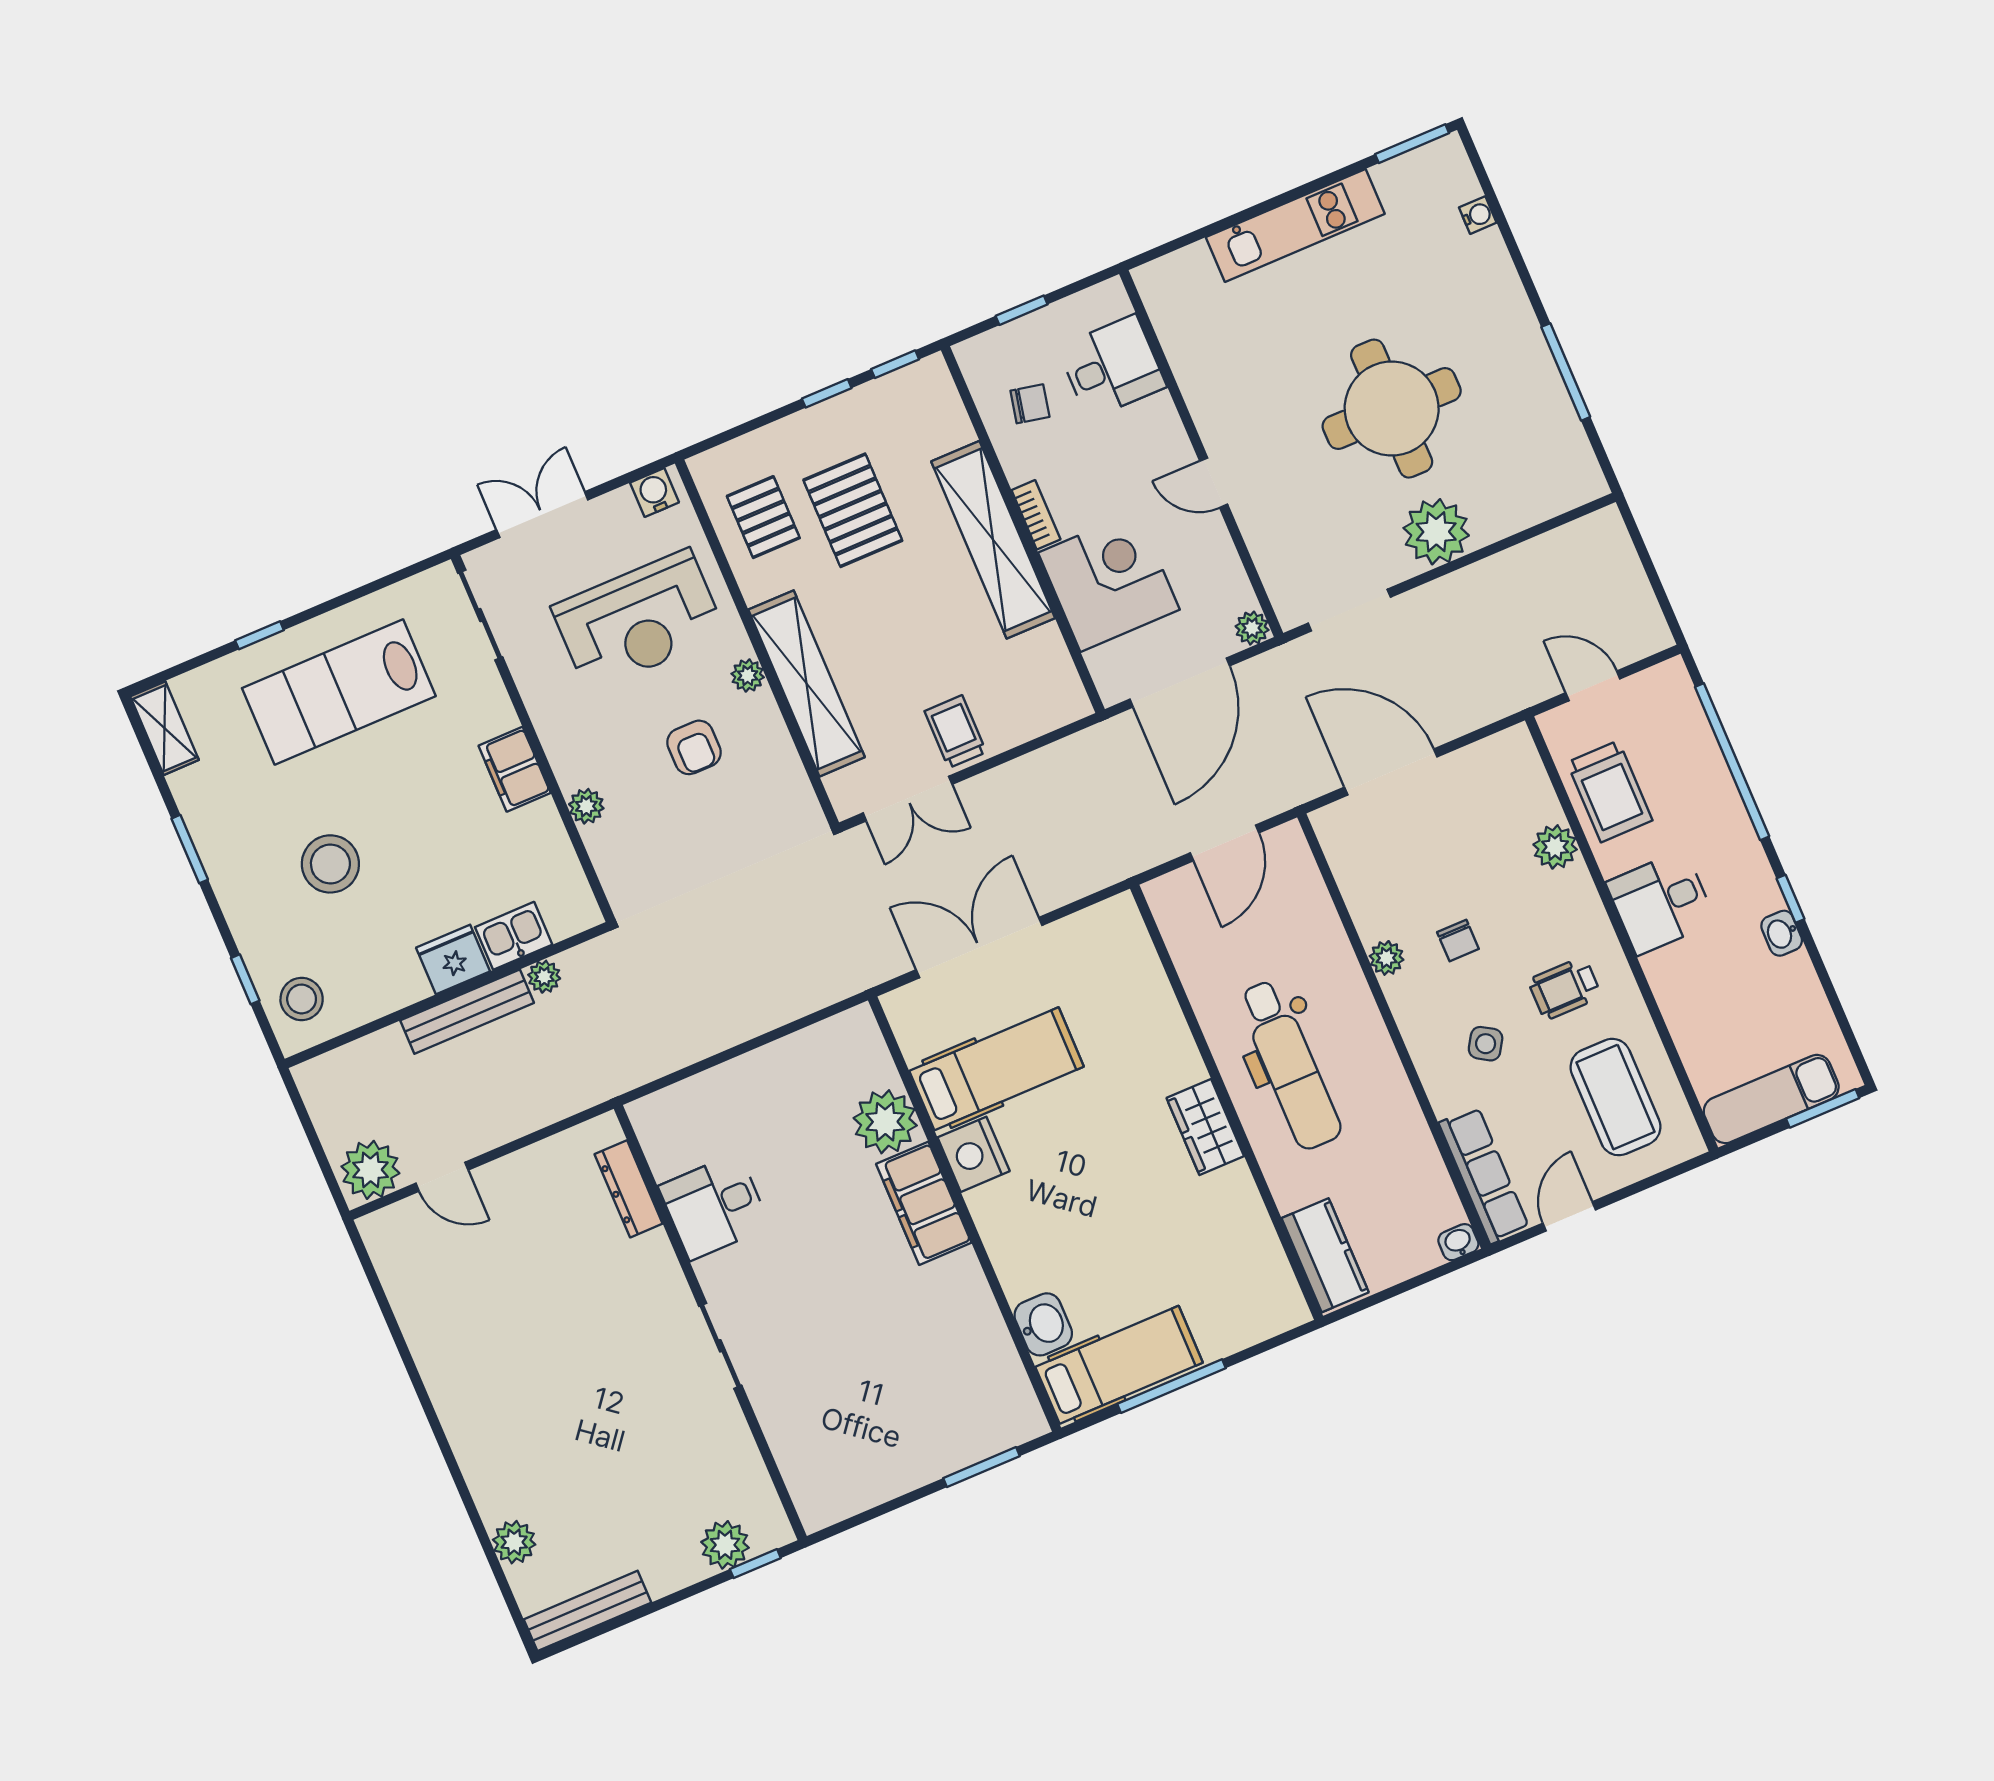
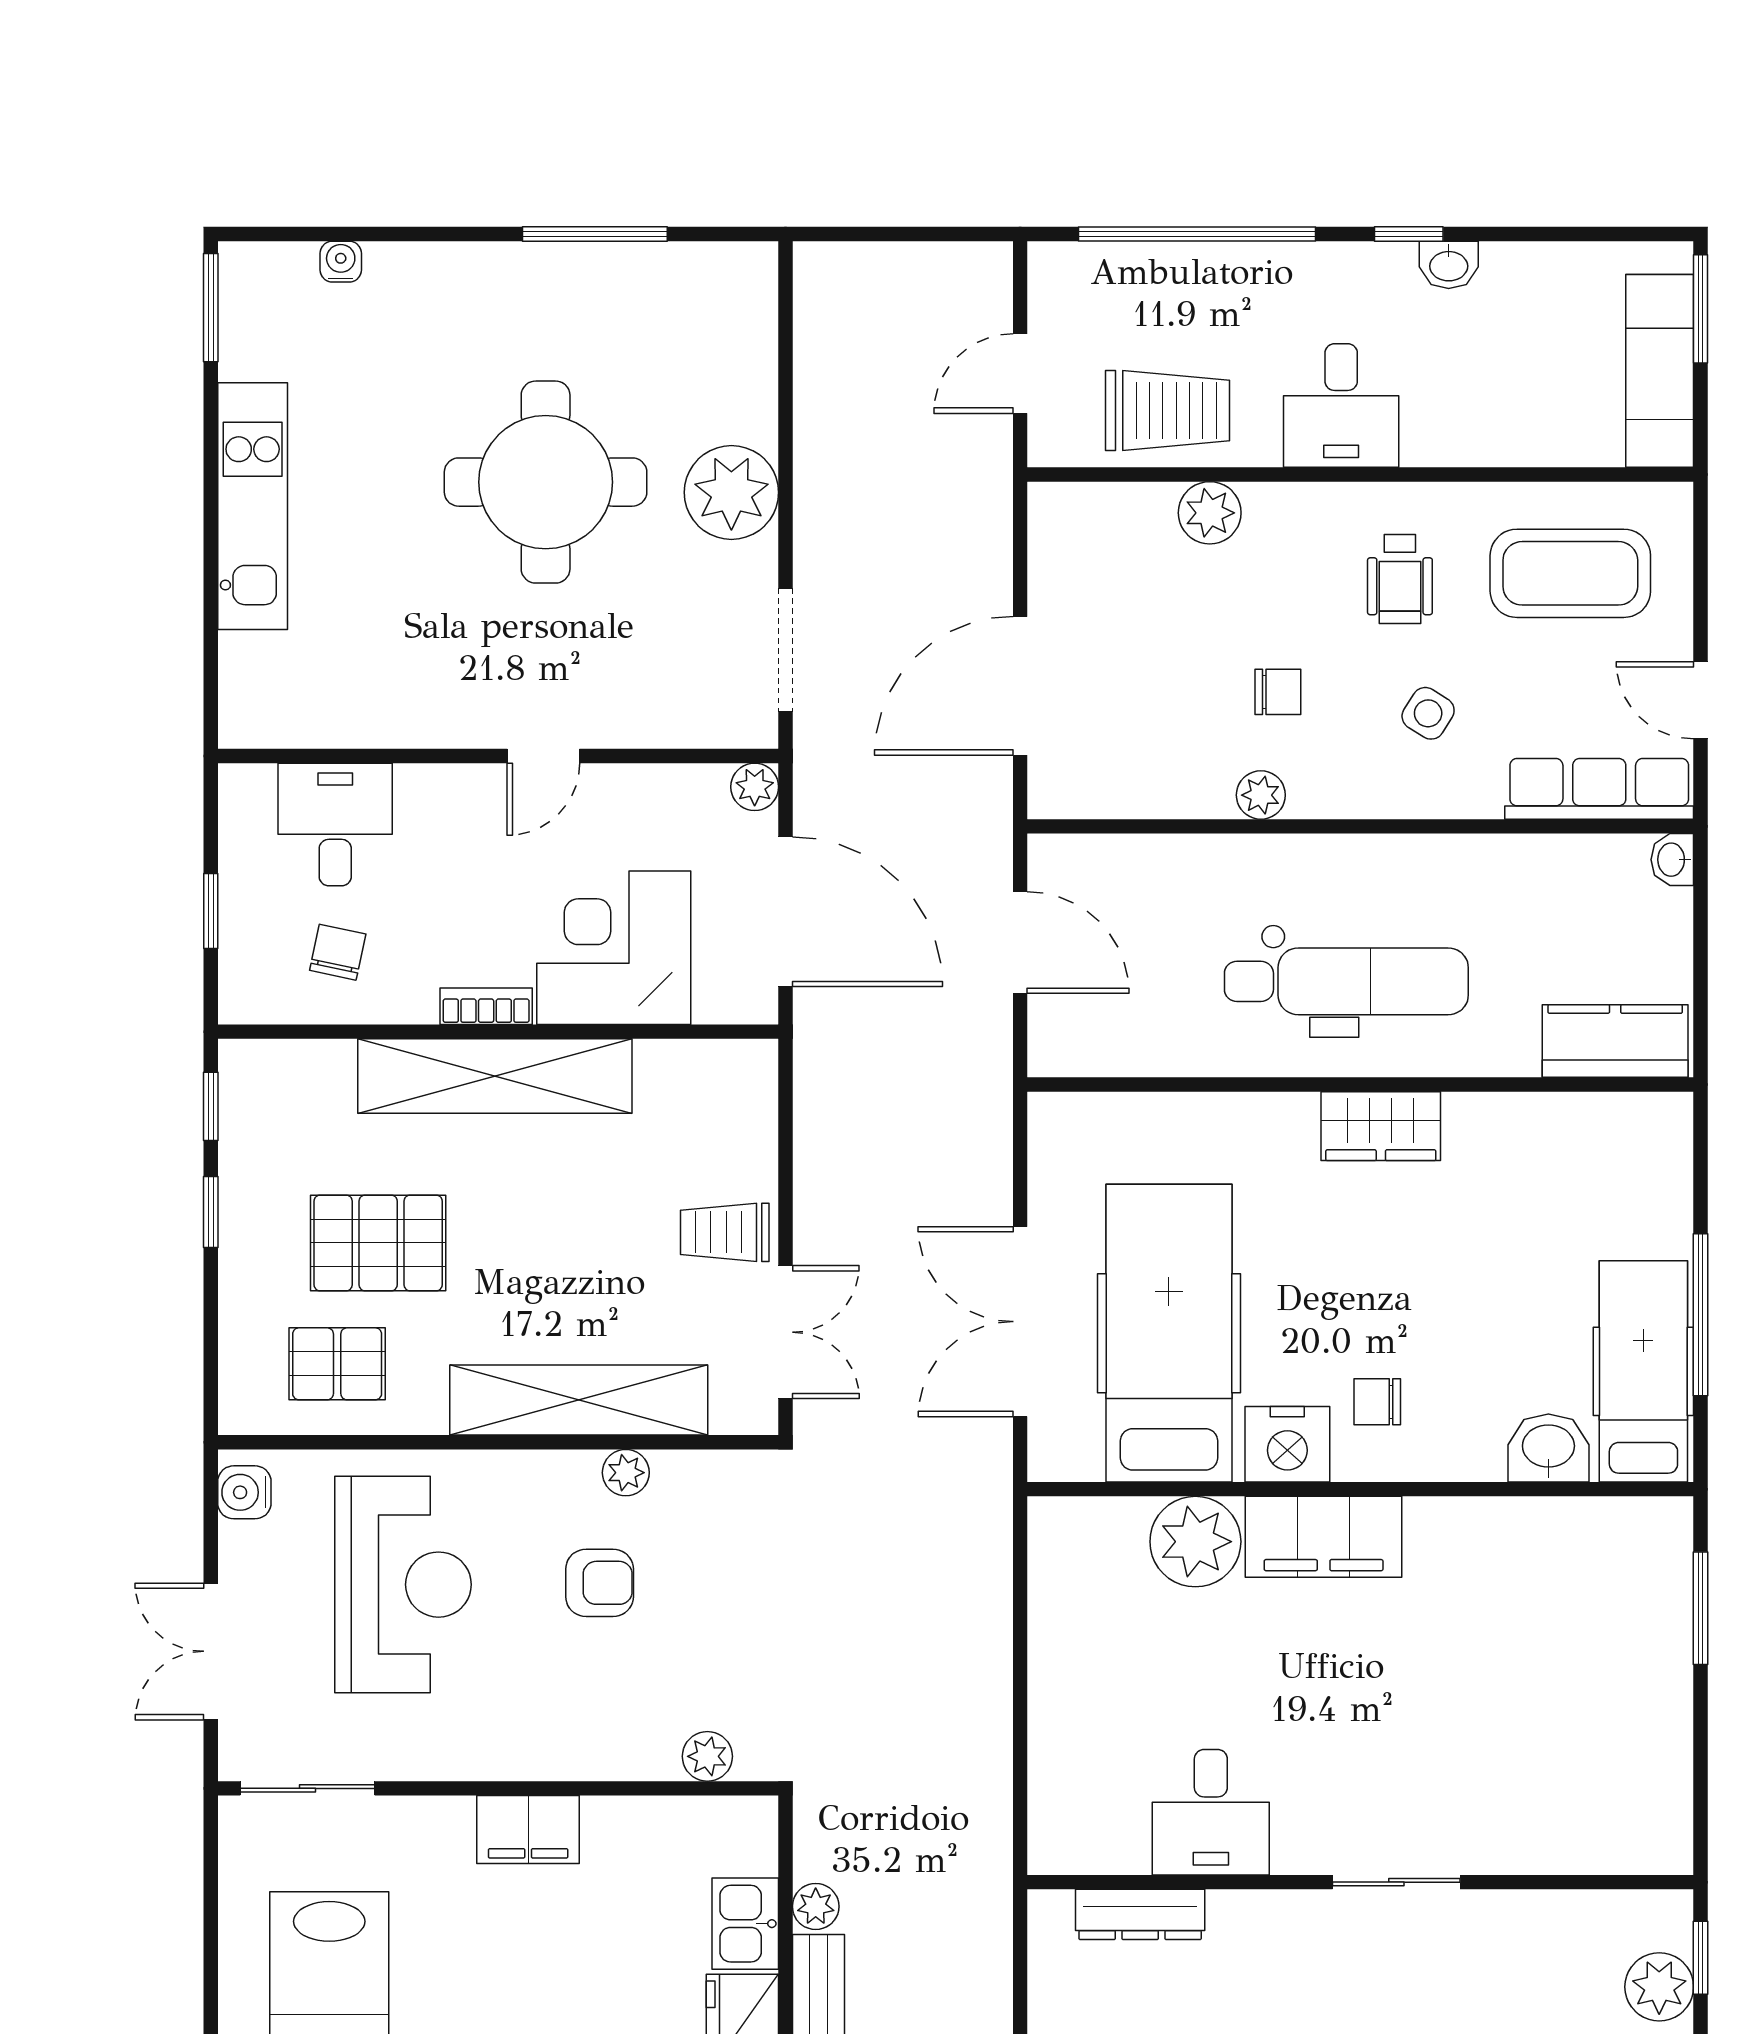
plant: (748, 675) -> (626, 1473), moved
plant: (586, 806) -> (707, 1756), moved
hospital bed: (996, 1069) -> (1169, 1333), width x1.37, depth x1.29
chair: (1026, 1201) -> (1377, 1402), added

